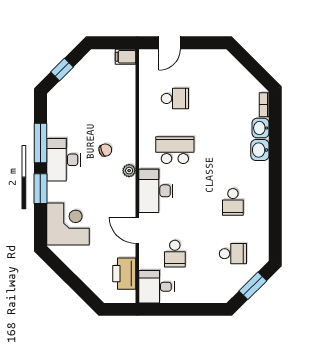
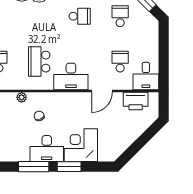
plant: (129, 171) -> (22, 97), moved
corner desk: (68, 224) -> (81, 145), moved
school desk: (175, 254) -> (120, 62), turned -90

